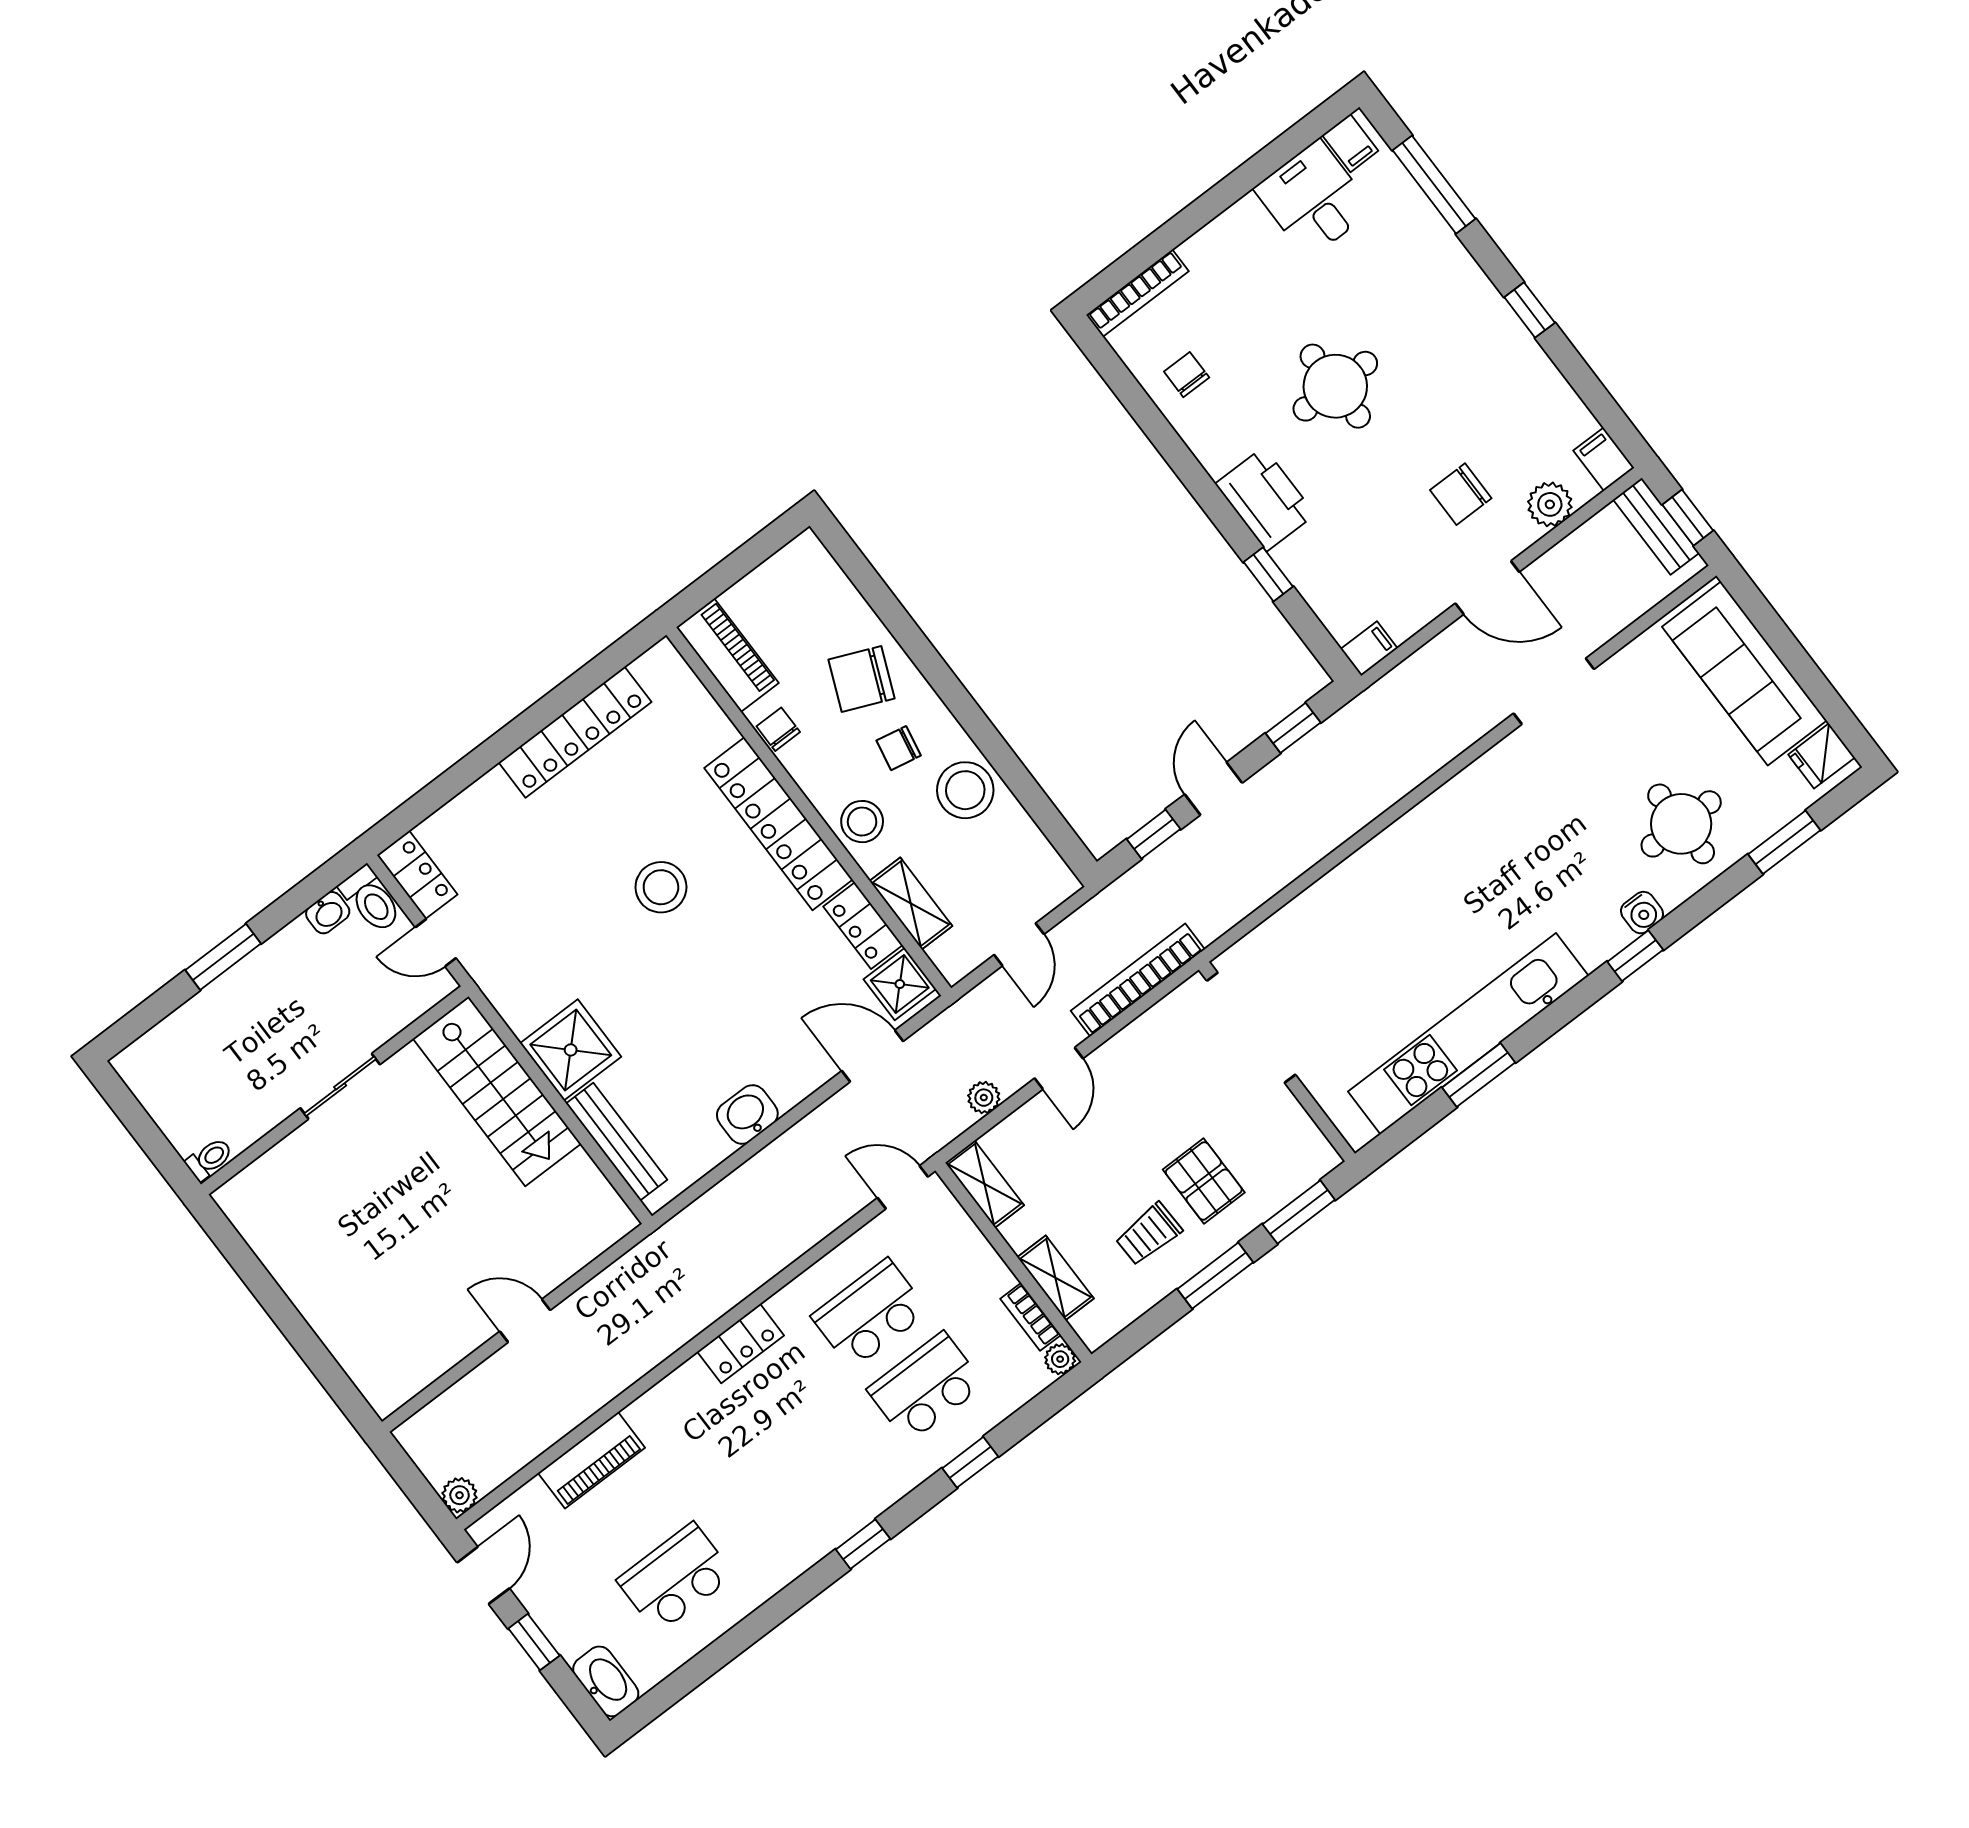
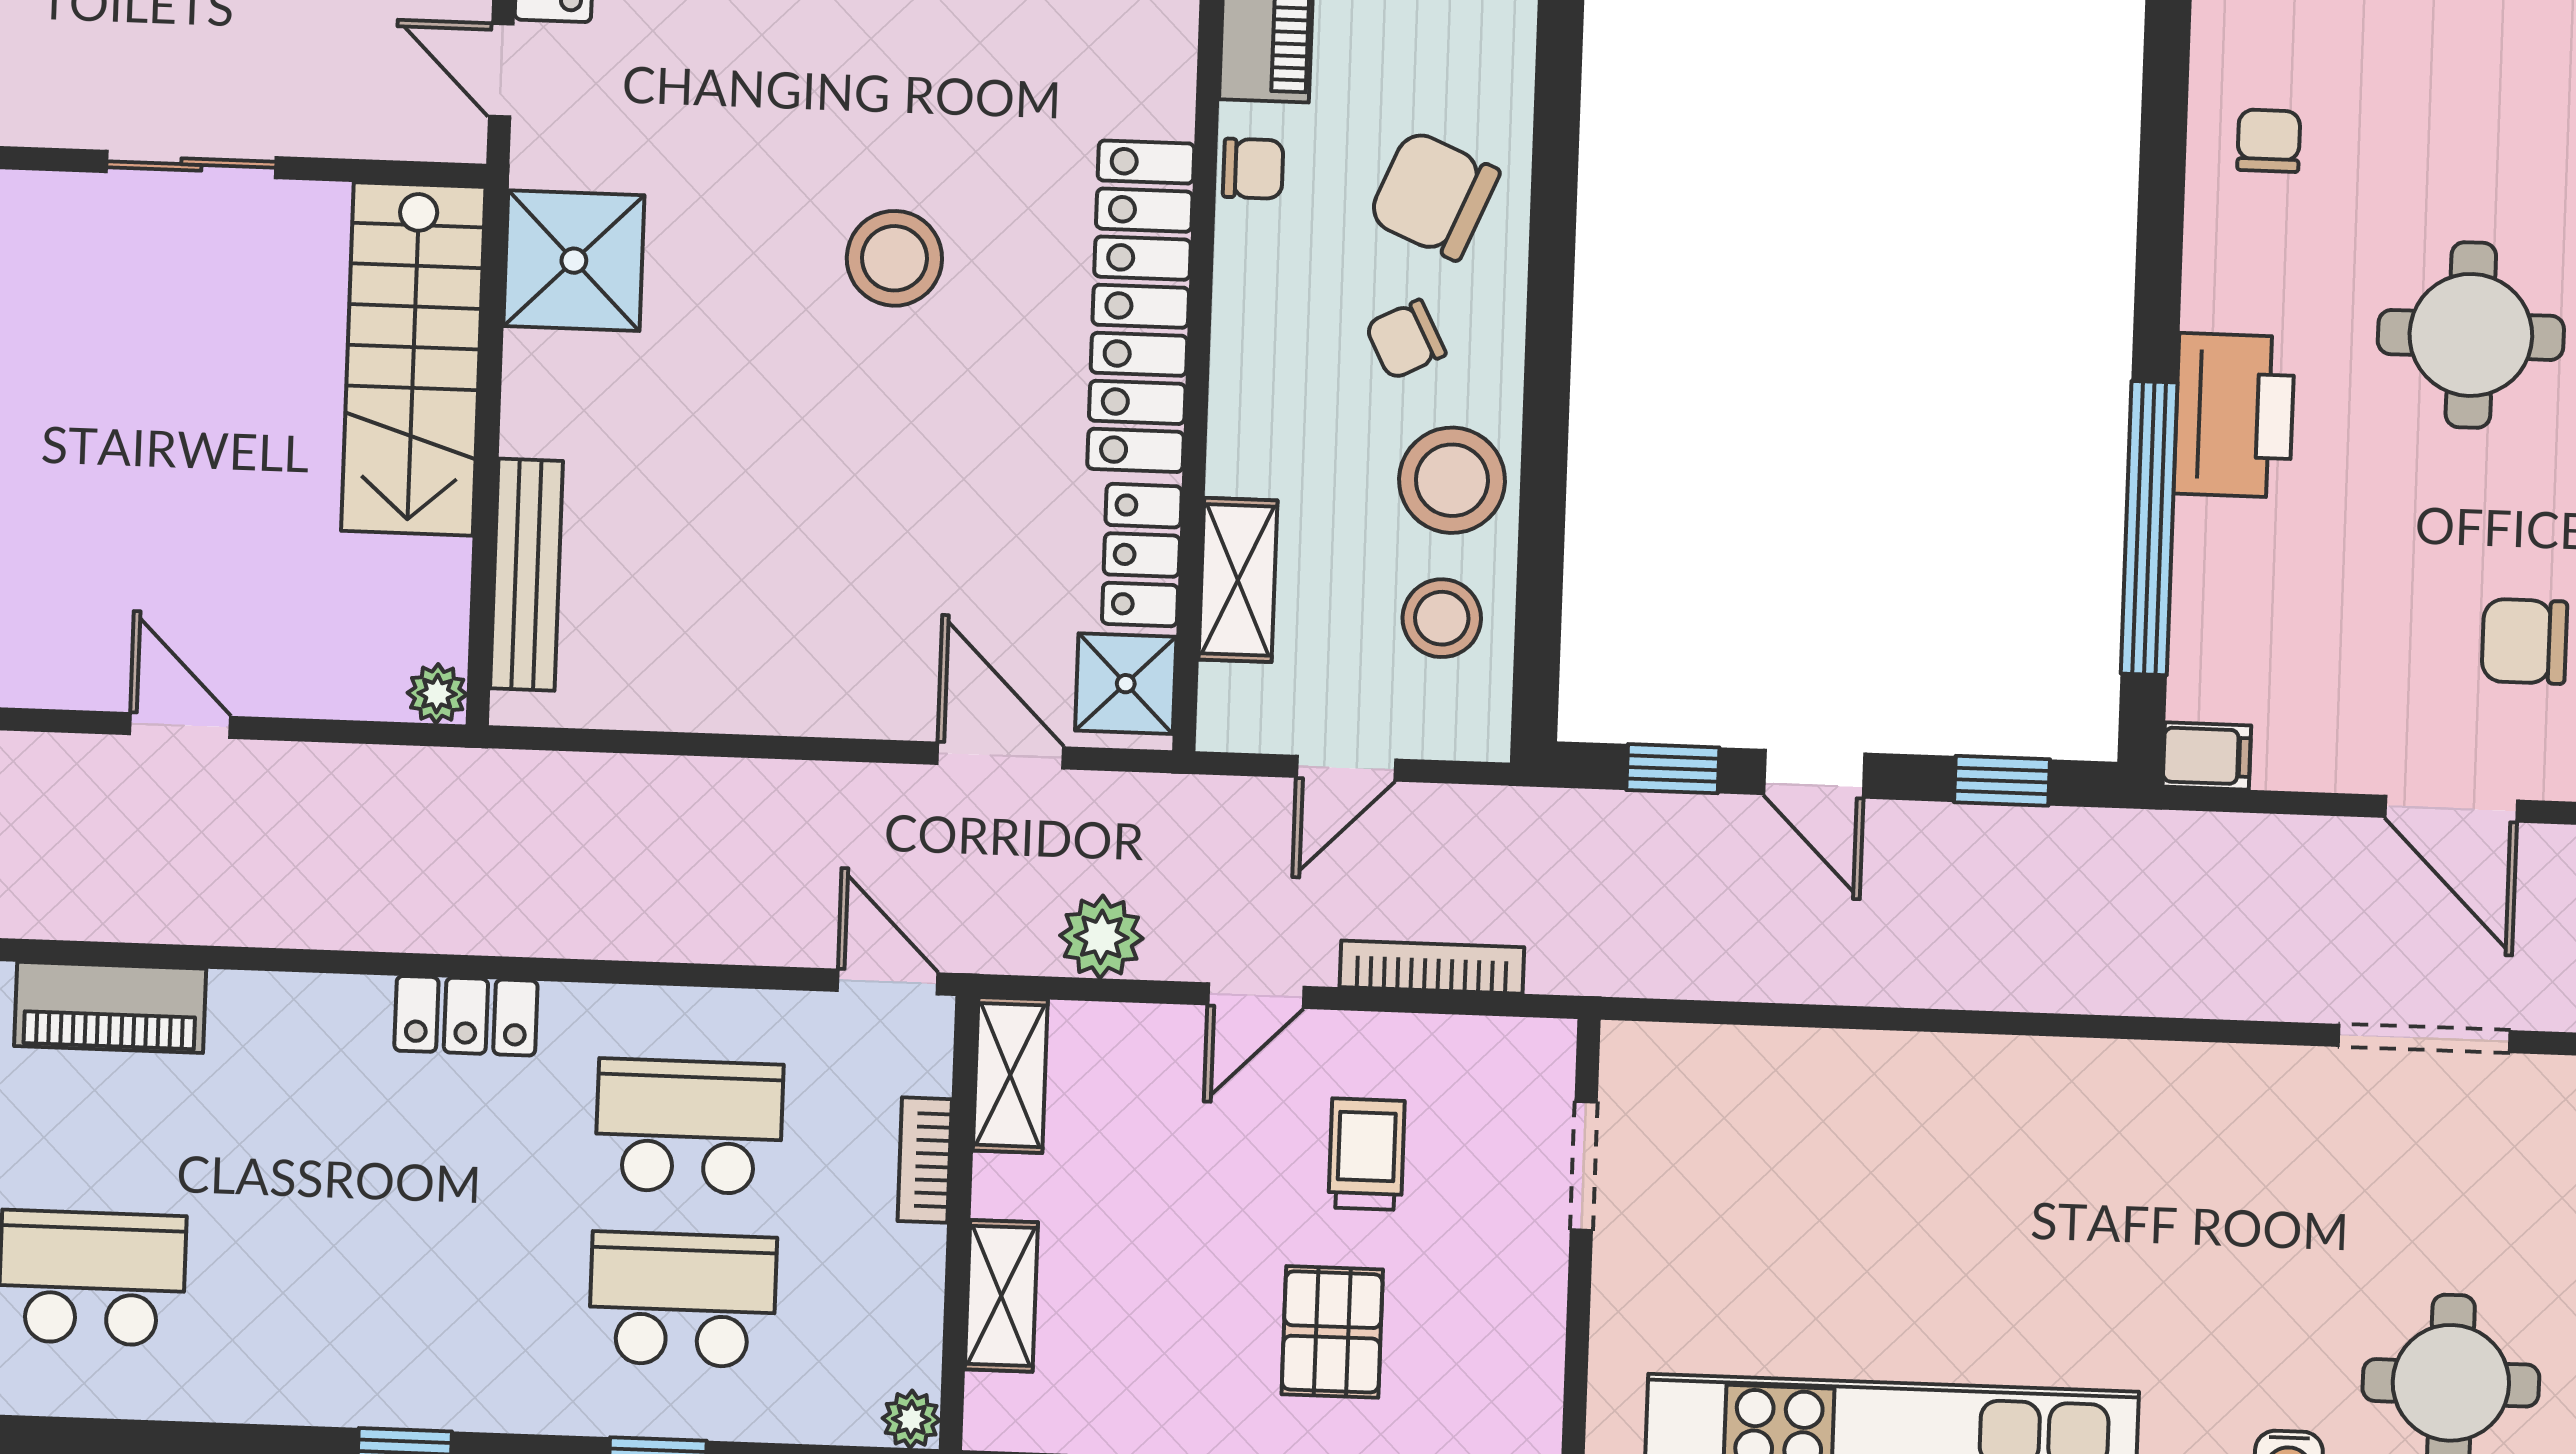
window: (1268, 574) -> (2149, 528), width x3.17
chair: (778, 729) -> (1253, 169), turned 90
chair: (899, 748) -> (1405, 340), turned -38
door: (1213, 789) -> (1814, 774), swing flipped
stool: (862, 822) -> (1442, 618), moved
bookcase: (1138, 980) -> (1432, 967), width x0.68, depth x0.76
doorway: (1251, 1028) -> (1584, 1166), width x0.53
shower: (571, 1050) -> (574, 261), moved
plant: (984, 1098) -> (1101, 937), width x1.38, depth x1.38
washbasin: (747, 1115) -> (749, 691), removed
plant: (620, 1221) -> (437, 694), added
trolley: (1149, 1234) -> (1366, 1154), moved, turned 92
bookcase: (1031, 1317) -> (925, 1160), moved

